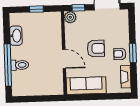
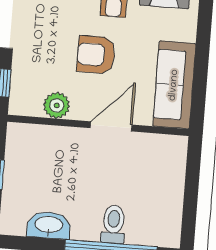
plant: (70, 17) -> (57, 105), moved
armchair: (96, 48) -> (96, 55), turned -90

